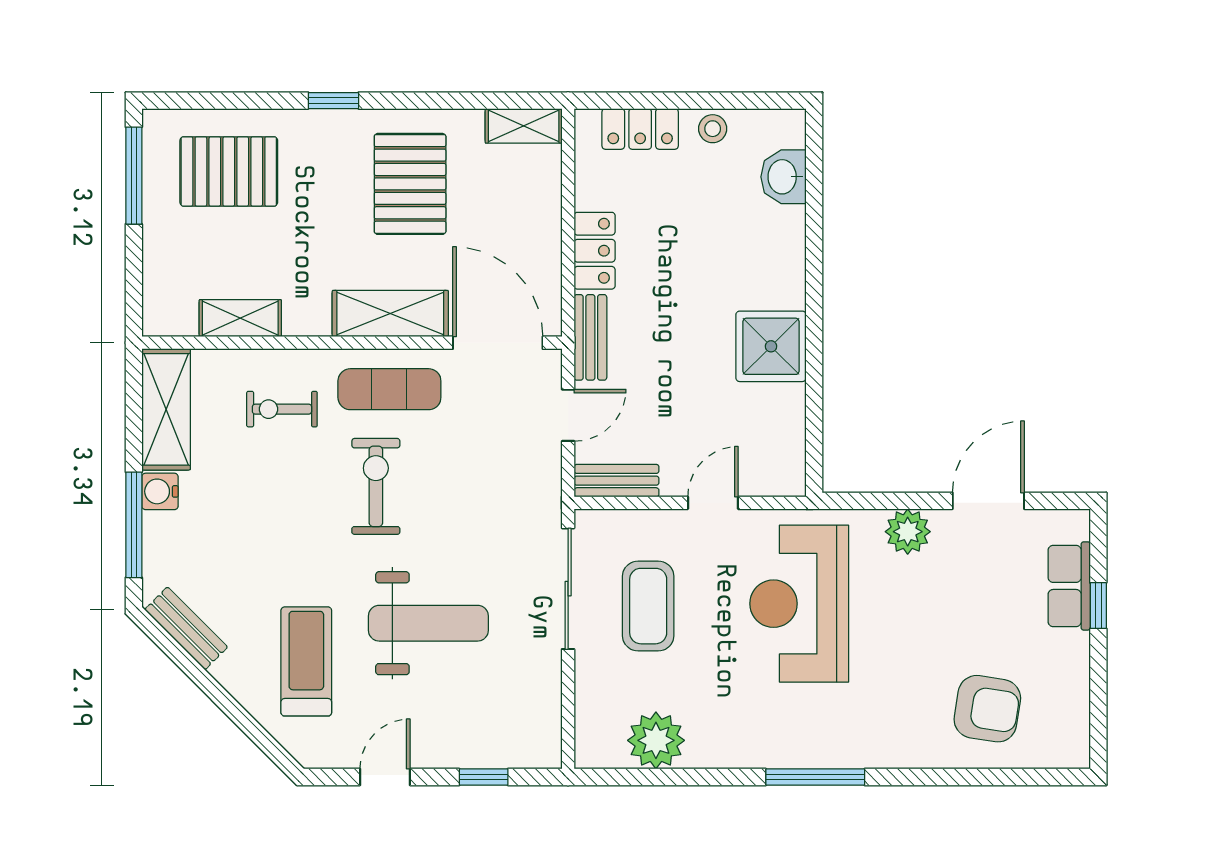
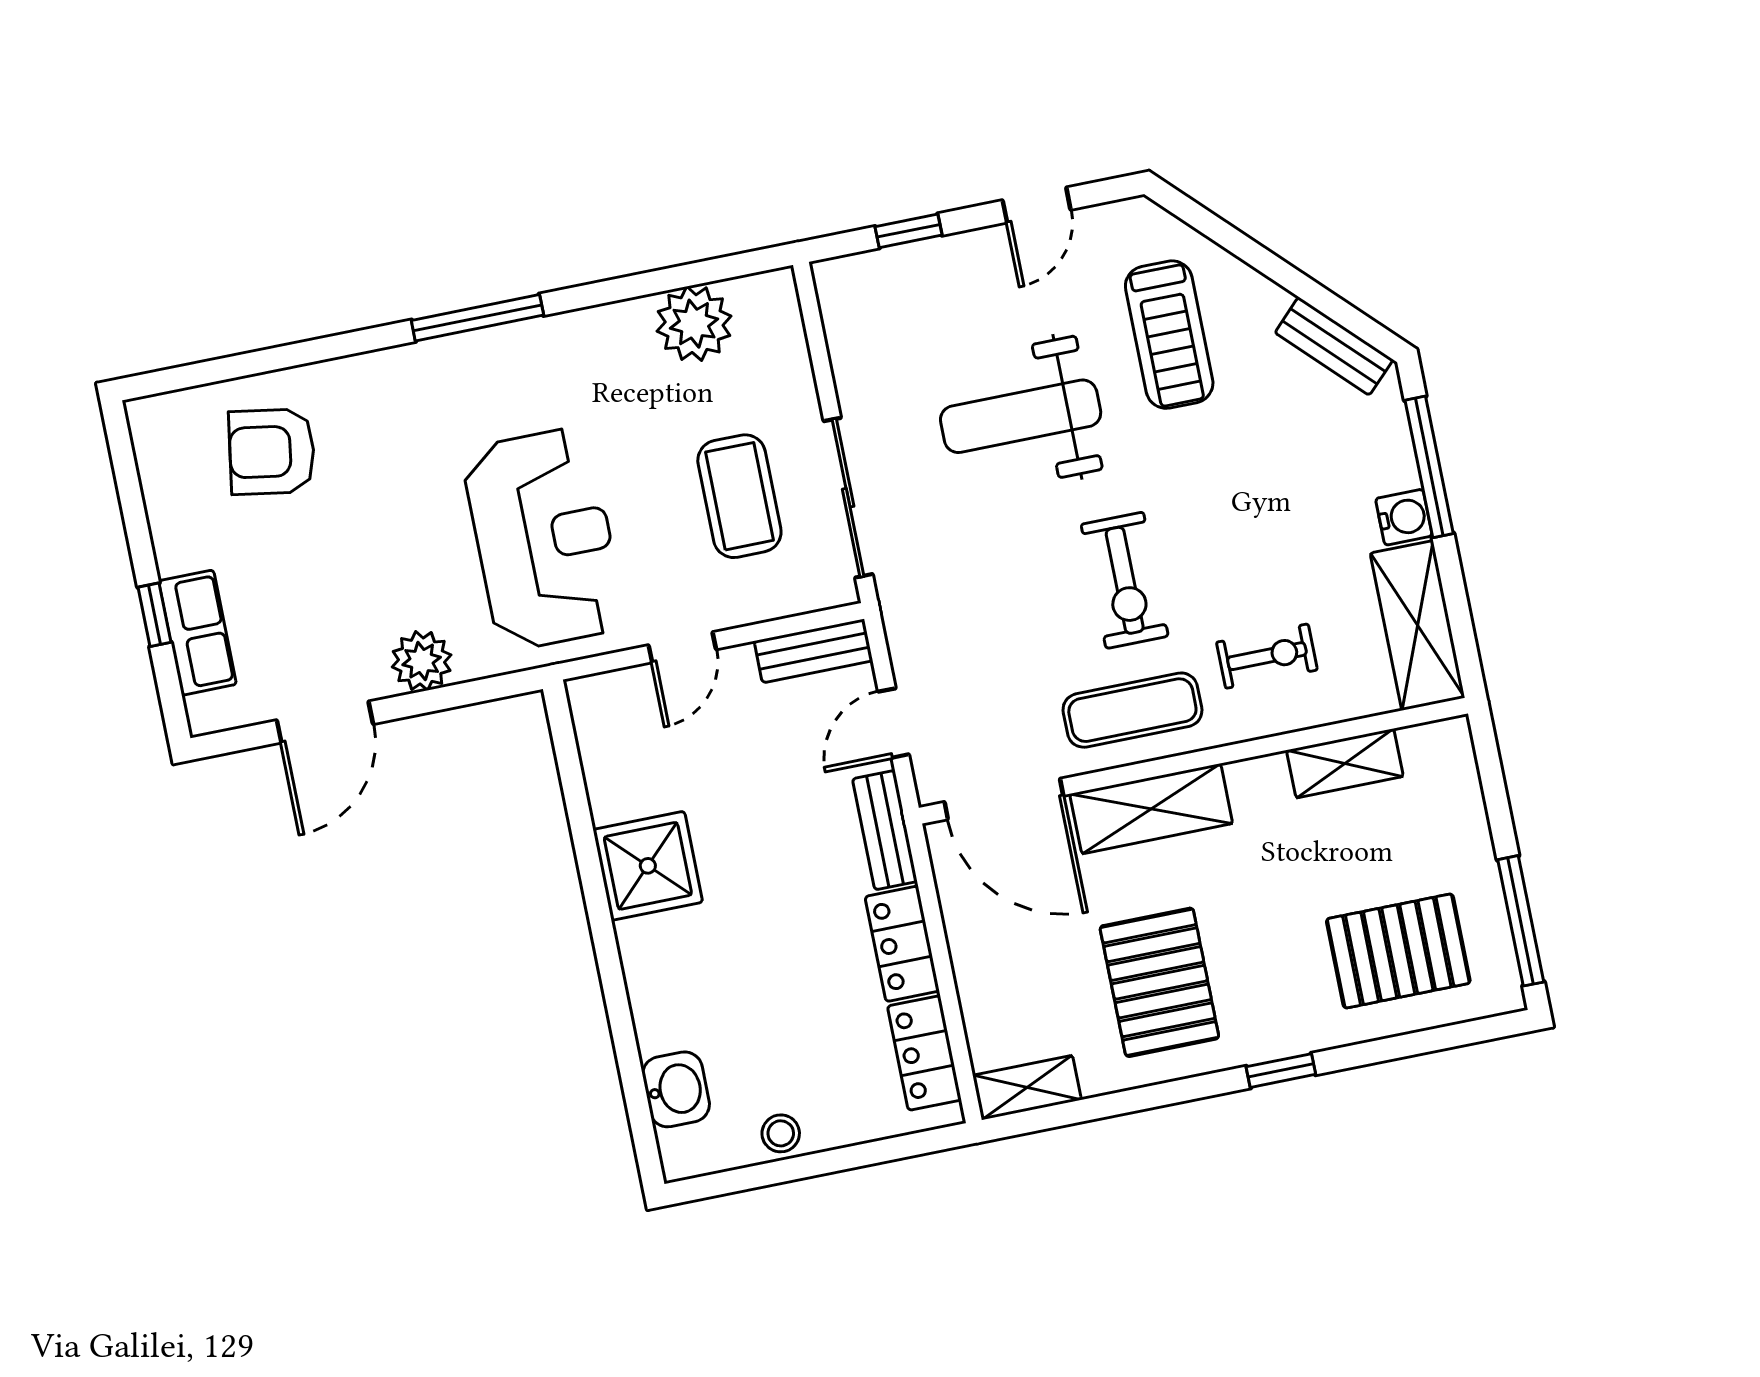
locker: (640, 129) -> (924, 1053), moved, turned -90

